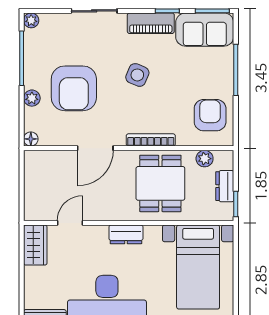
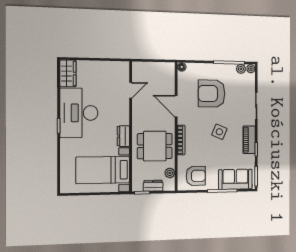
sofa: (205, 30) -> (235, 179), moved, turned 90
plant: (32, 98) -> (241, 69), moved
door: (70, 223) -> (131, 90), hinge flipped
dresser: (126, 234) -> (123, 136), moved
wardrobe: (35, 245) -> (117, 68), removed

